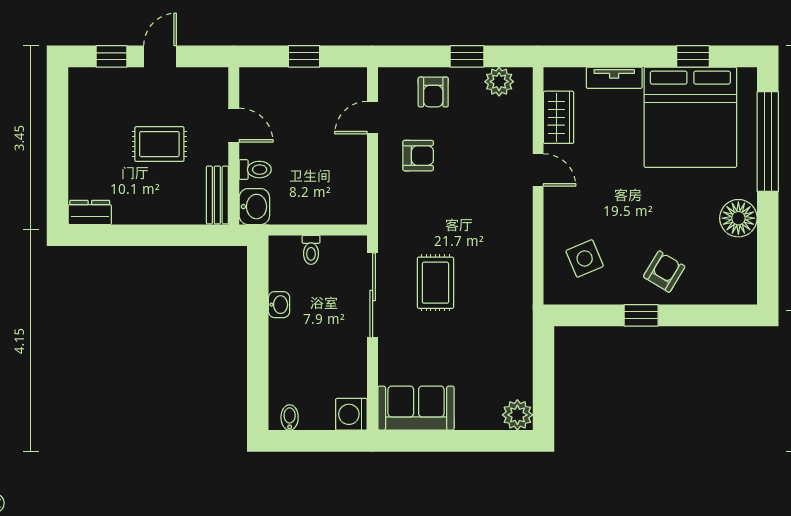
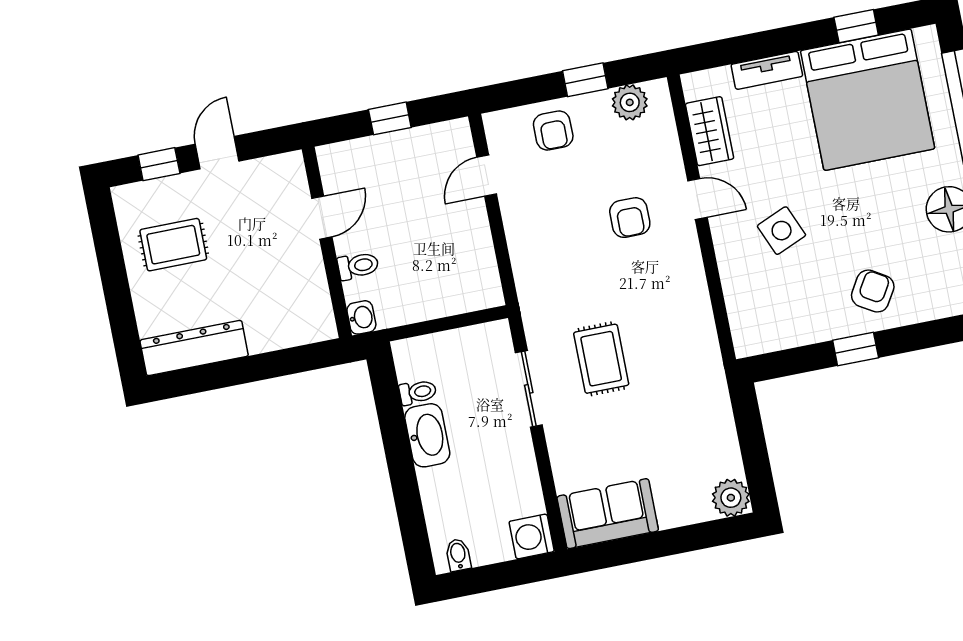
door: (234, 125) -> (322, 218), hinge flipped
rug: (159, 144) -> (173, 245), moved
armchair: (418, 156) -> (630, 218), moved, turned 90
bench: (217, 195) -> (319, 305), removed
washbasin: (254, 207) -> (361, 317), width x0.72, depth x0.69
dresser: (90, 212) -> (194, 348), width x1.96, depth x1.24
toilet: (311, 250) -> (418, 392), moved, turned -90
side table: (585, 258) -> (782, 231), moved
sliding door: (373, 295) -> (529, 389), width x0.73
washbasin: (279, 305) -> (427, 435), width x1.91, depth x1.45

